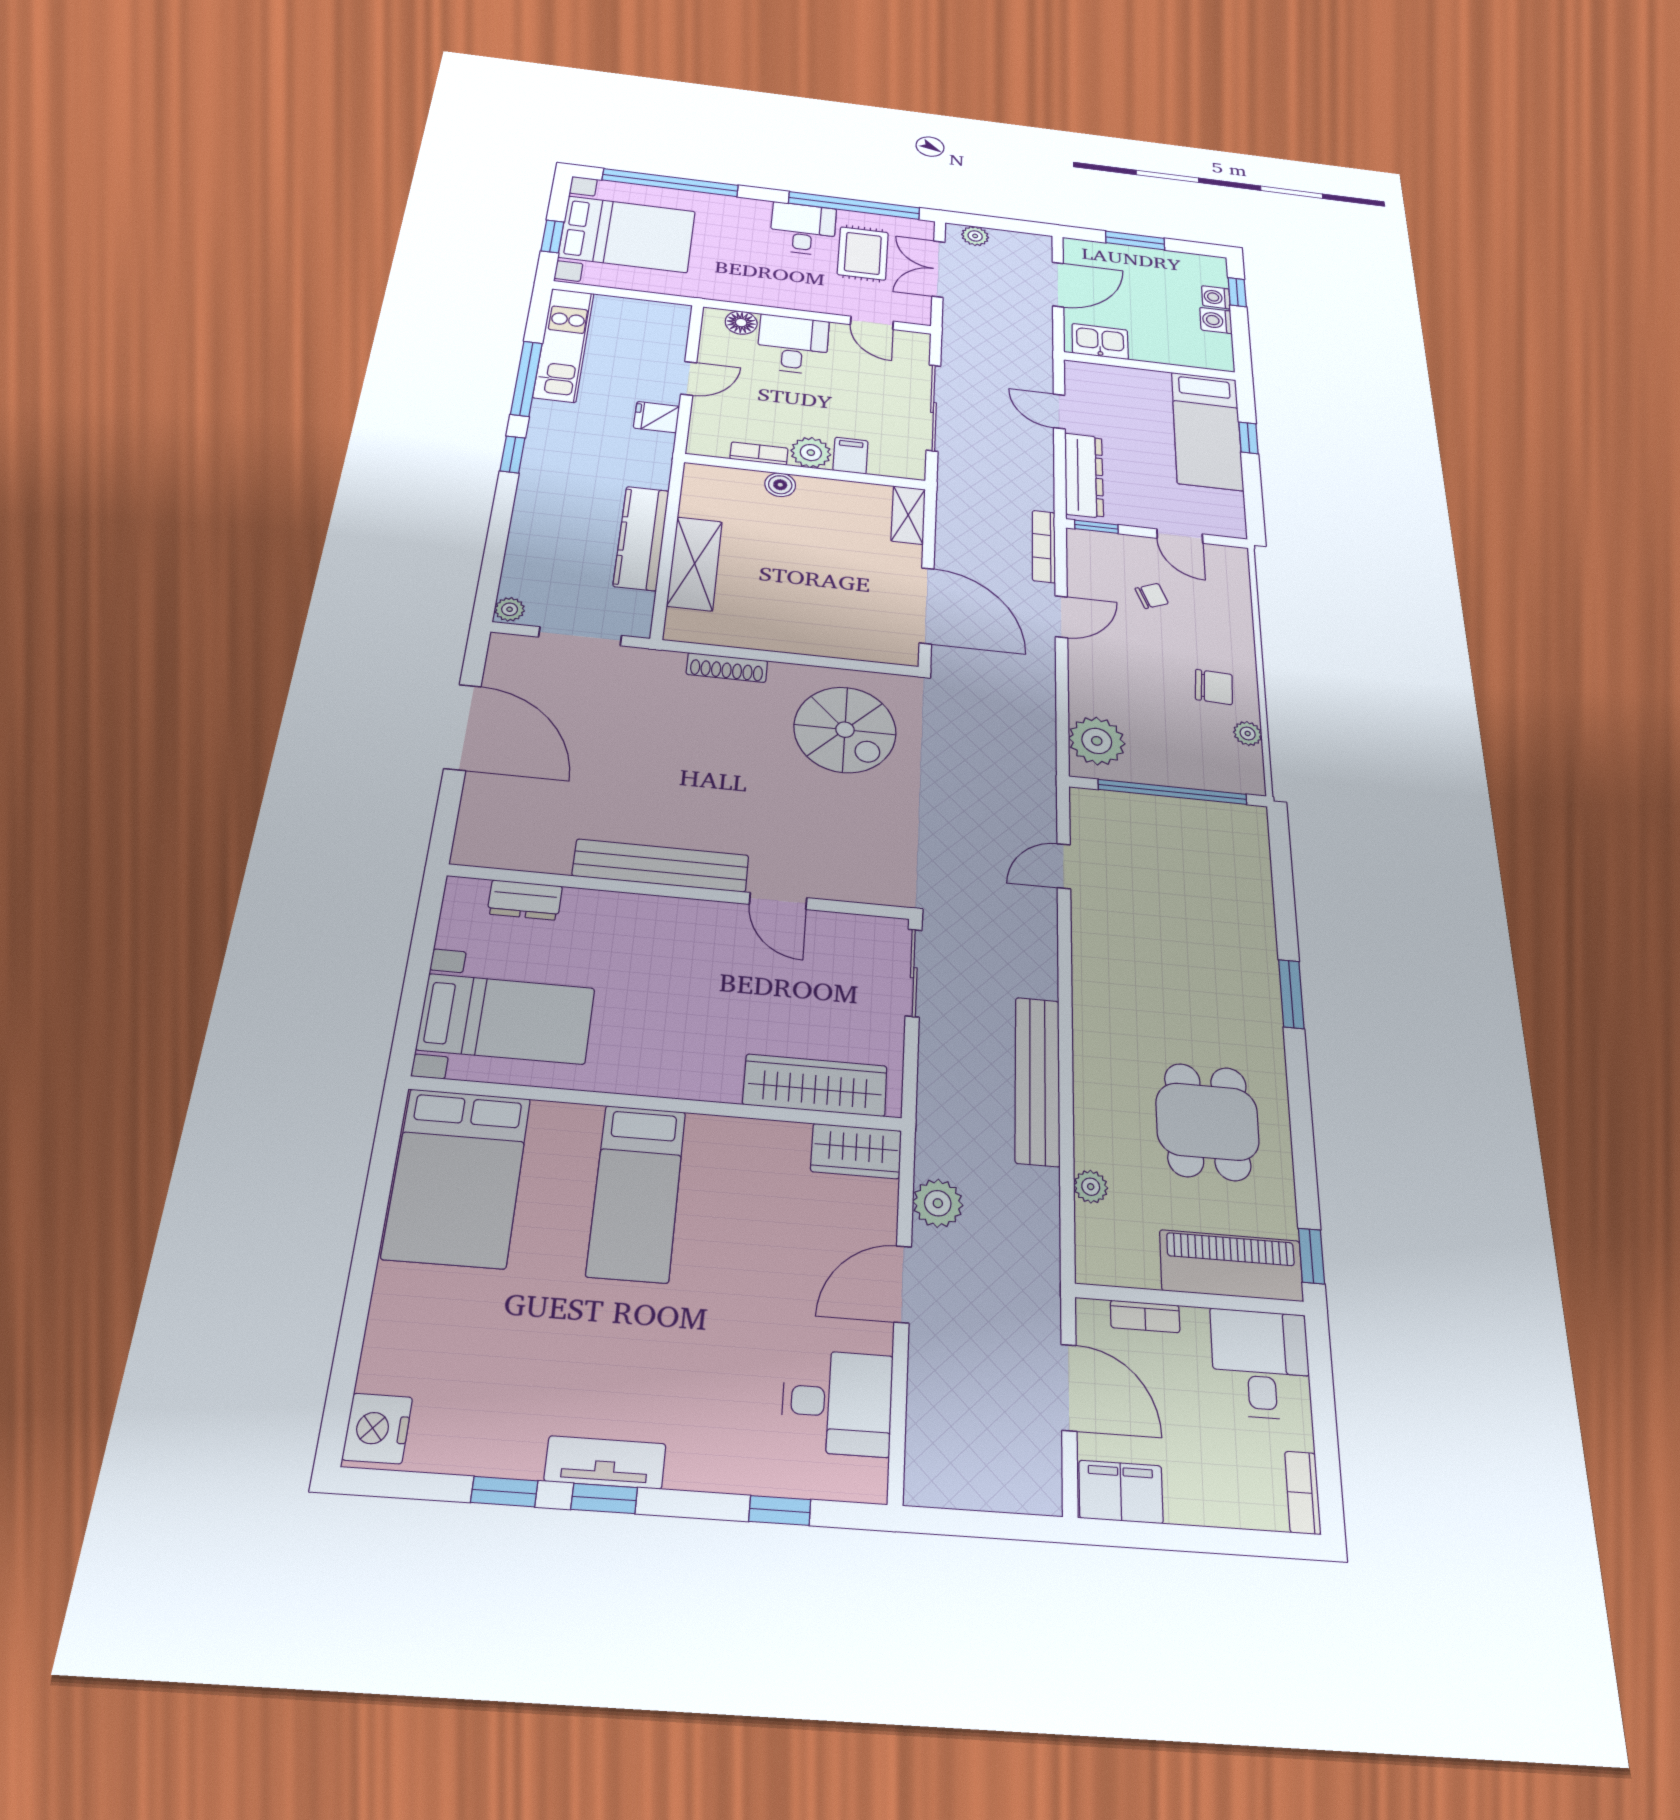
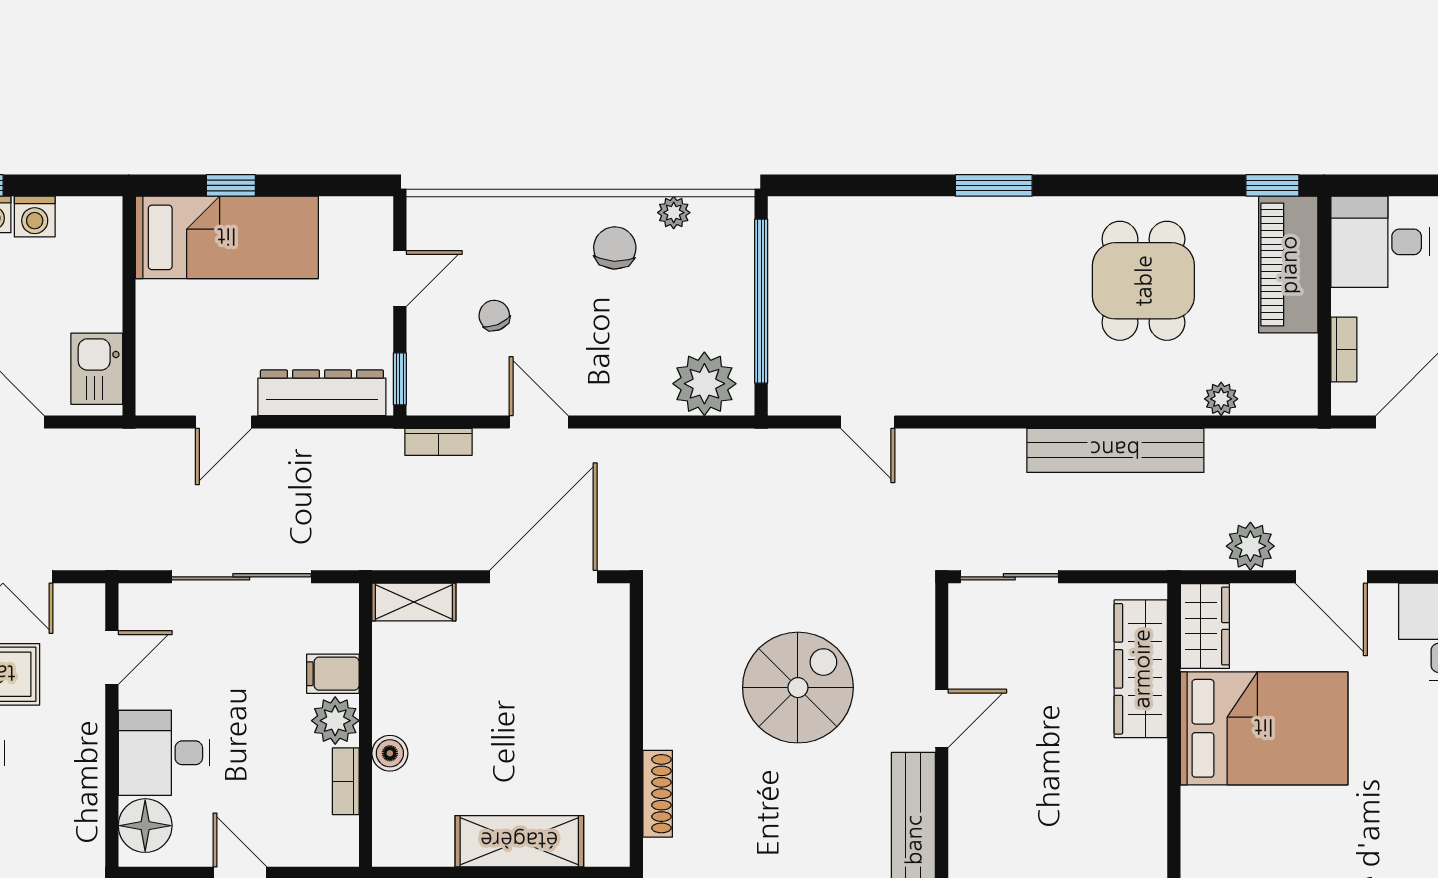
floor lamp: (741, 323) -> (145, 826), width x1.38, depth x1.38
bookcase: (1044, 546) -> (438, 442), width x0.64
spiral stairs: (845, 730) -> (798, 688), moved
dining table: (1207, 1122) -> (1143, 281), turned 90
bed: (637, 1193) -> (1264, 728), moved, width x1.50

